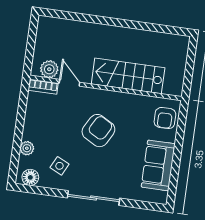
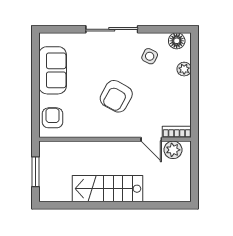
window: (189, 67) -> (35, 172), added
stairs: (128, 76) -> (107, 189), moved, turned 180

